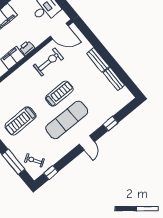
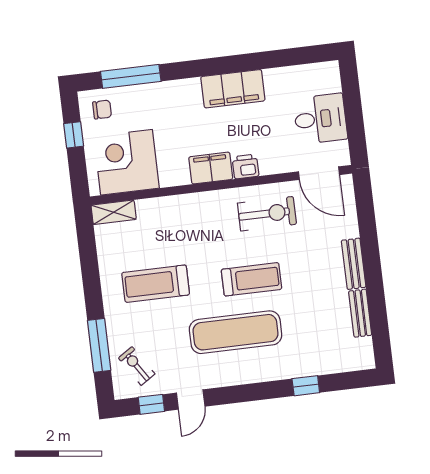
door: (87, 143) -> (191, 400), moved

